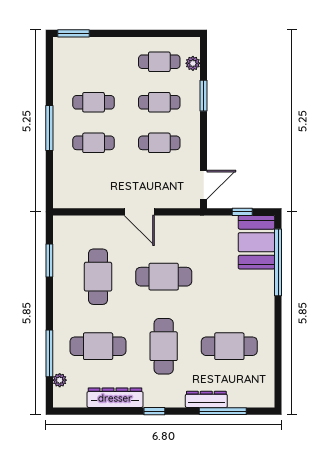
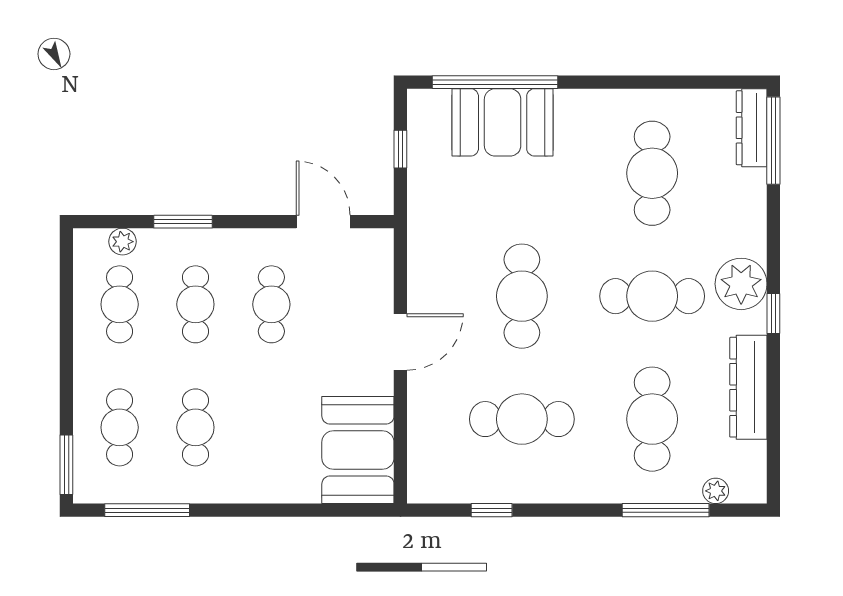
window: (49, 128) -> (147, 510), moved
cafe table: (94, 143) -> (120, 427), moved
door: (204, 185) -> (323, 222), moved
booth: (81, 189) -> (358, 450), added
booth: (256, 242) -> (503, 122), moved
window: (49, 260) -> (492, 510), width x0.67
plant: (170, 394) -> (741, 284), added
dresser: (206, 399) -> (752, 128), moved
window: (223, 411) -> (773, 141), moved

